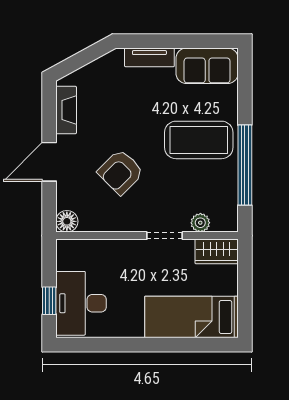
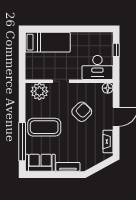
window: (245, 165) -> (22, 142), moved
plant: (200, 223) -> (39, 91), width x1.88, depth x1.88
wardrobe: (217, 251) -> (36, 74), removed
desk: (81, 303) -> (97, 67), moved, turned 90

